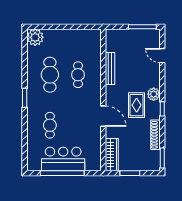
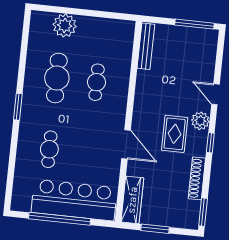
plant: (35, 37) -> (65, 25), moved
door: (162, 56) -> (215, 94), moved
bench: (110, 68) -> (146, 46), moved
bar counter: (63, 159) -> (74, 200), width x1.36

